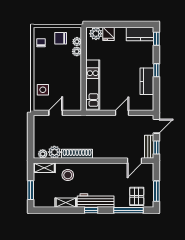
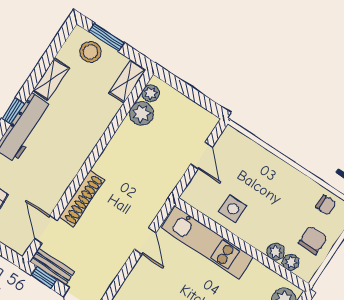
side table: (43, 90) -> (233, 209), moved
door: (122, 113) -> (145, 241), moved
shoe rack: (77, 154) -> (82, 198), moved
stool: (68, 175) -> (90, 52), moved

